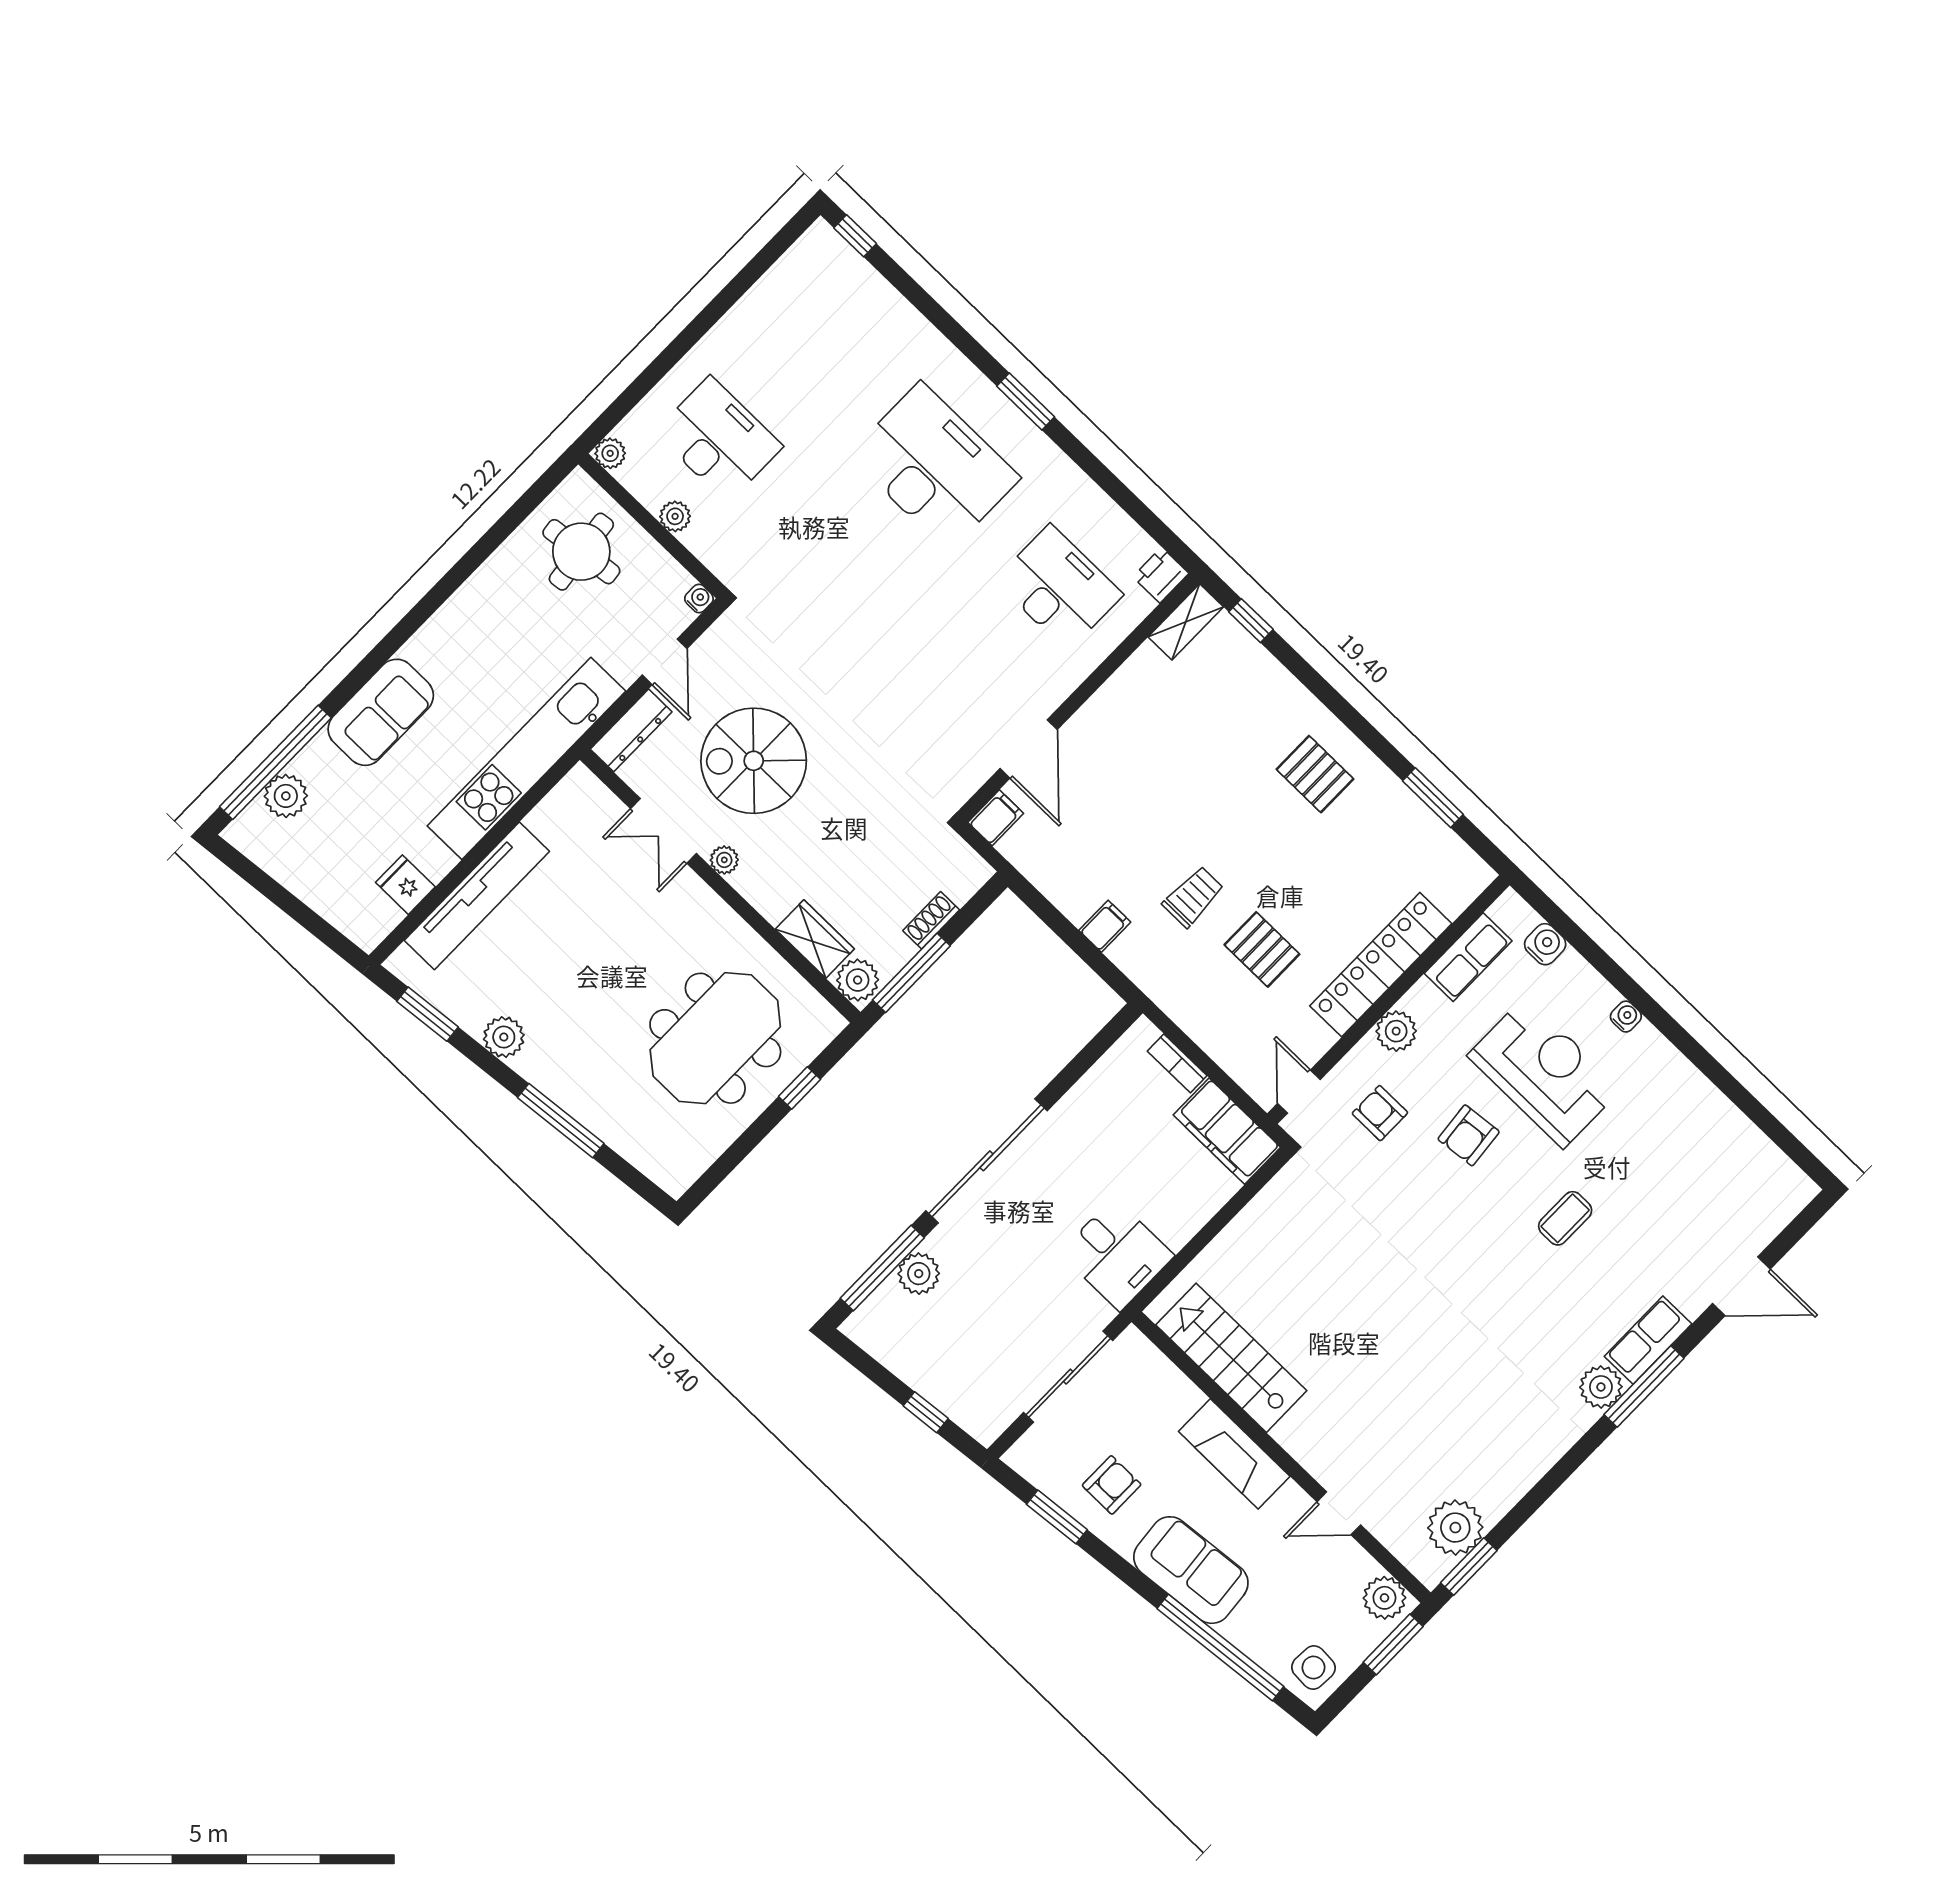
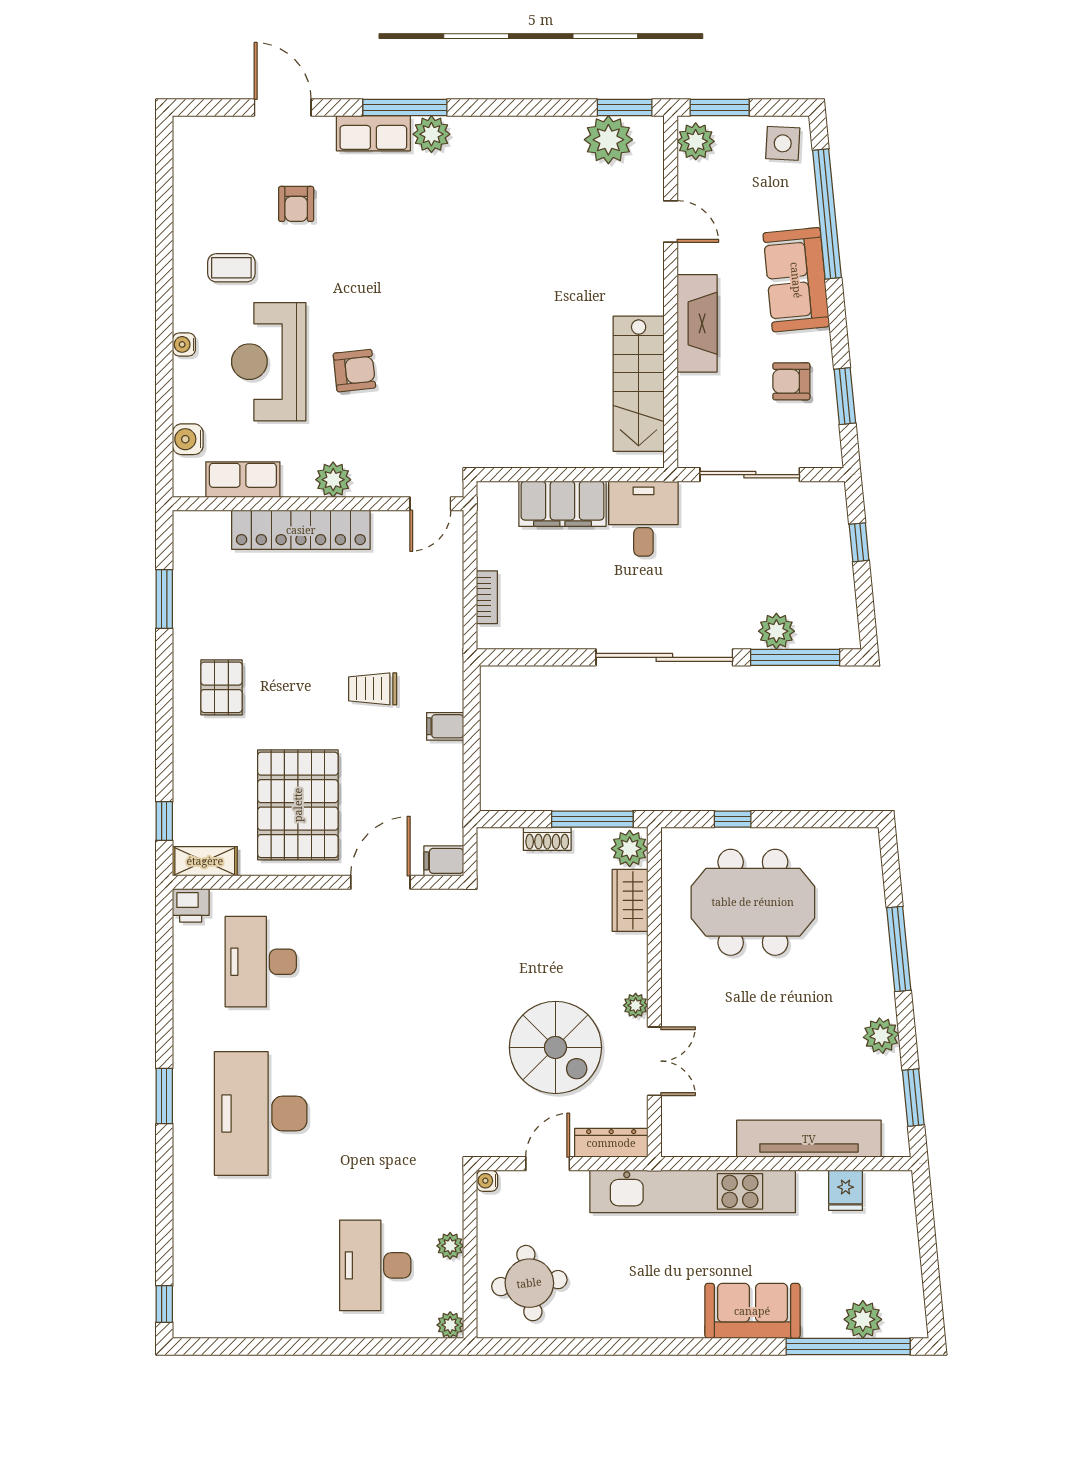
pallet: (1262, 949) -> (298, 805), moved, width x2.05, depth x2.00
armchair: (1380, 1113) -> (296, 204), moved
filing cabinet: (1227, 1131) -> (562, 504), moved, turned 90
coffee table: (1565, 1218) -> (231, 268), moved

